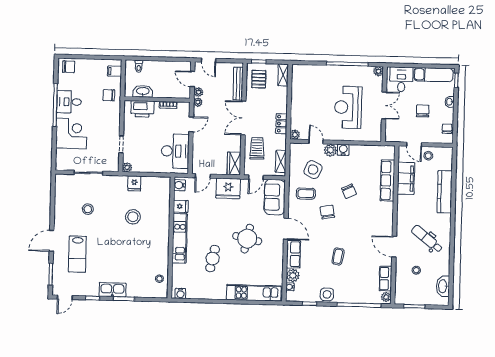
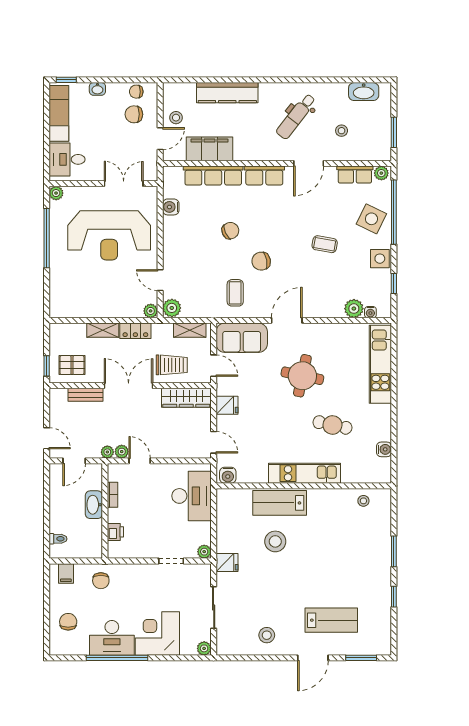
door: (209, 60) -> (47, 438), hinge flipped
chair: (69, 67) -> (68, 622), moved
shelving: (283, 75) -> (103, 330), moved
bench: (238, 84) -> (86, 395), width x0.73
washbasin: (143, 91) -> (94, 505), moved
plant: (198, 92) -> (122, 452), moved
desk: (69, 102) -> (112, 638), width x1.37
double door: (384, 105) -> (124, 184), moved
reception desk: (348, 107) -> (109, 235), width x1.36, depth x1.30
printer: (142, 109) -> (115, 532), width x0.53, depth x0.68
chair: (423, 111) -> (134, 114), moved
double door: (244, 118) -> (129, 386), swing flipped
door: (316, 142) -> (160, 280), hinge flipped
trolley: (257, 148) -> (172, 365), turned 180
plant: (330, 150) -> (172, 308), moved
water cooler: (343, 150) -> (171, 207), moved
desk: (175, 151) -> (191, 496), moved, turned 90
wardrobe: (234, 163) -> (186, 398), width x1.50
plant: (60, 166) -> (204, 648), added
side table: (313, 170) -> (371, 219), moved
fridge: (134, 183) -> (227, 563), moved
fridge: (228, 188) -> (227, 405), width x0.53, depth x0.75
fridge: (181, 206) -> (258, 473), removed
stool: (88, 209) -> (267, 635), moved
lab bench: (159, 221) -> (280, 503), added
door: (52, 241) -> (313, 658), hinge flipped
row of seats: (293, 254) -> (264, 176), moved, turned 180
kitchen sink: (112, 290) -> (381, 568), removed
water cooler: (180, 293) -> (384, 449), moved
door: (65, 297) -> (394, 637), removed

